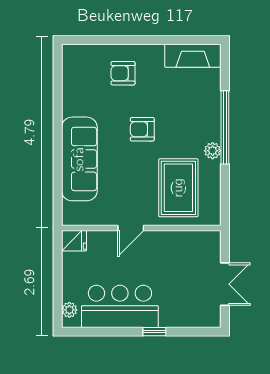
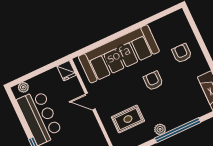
sofa: (79, 159) -> (119, 54), width x1.36, depth x1.27
rug: (178, 188) -> (128, 119), width x0.73, depth x0.70

